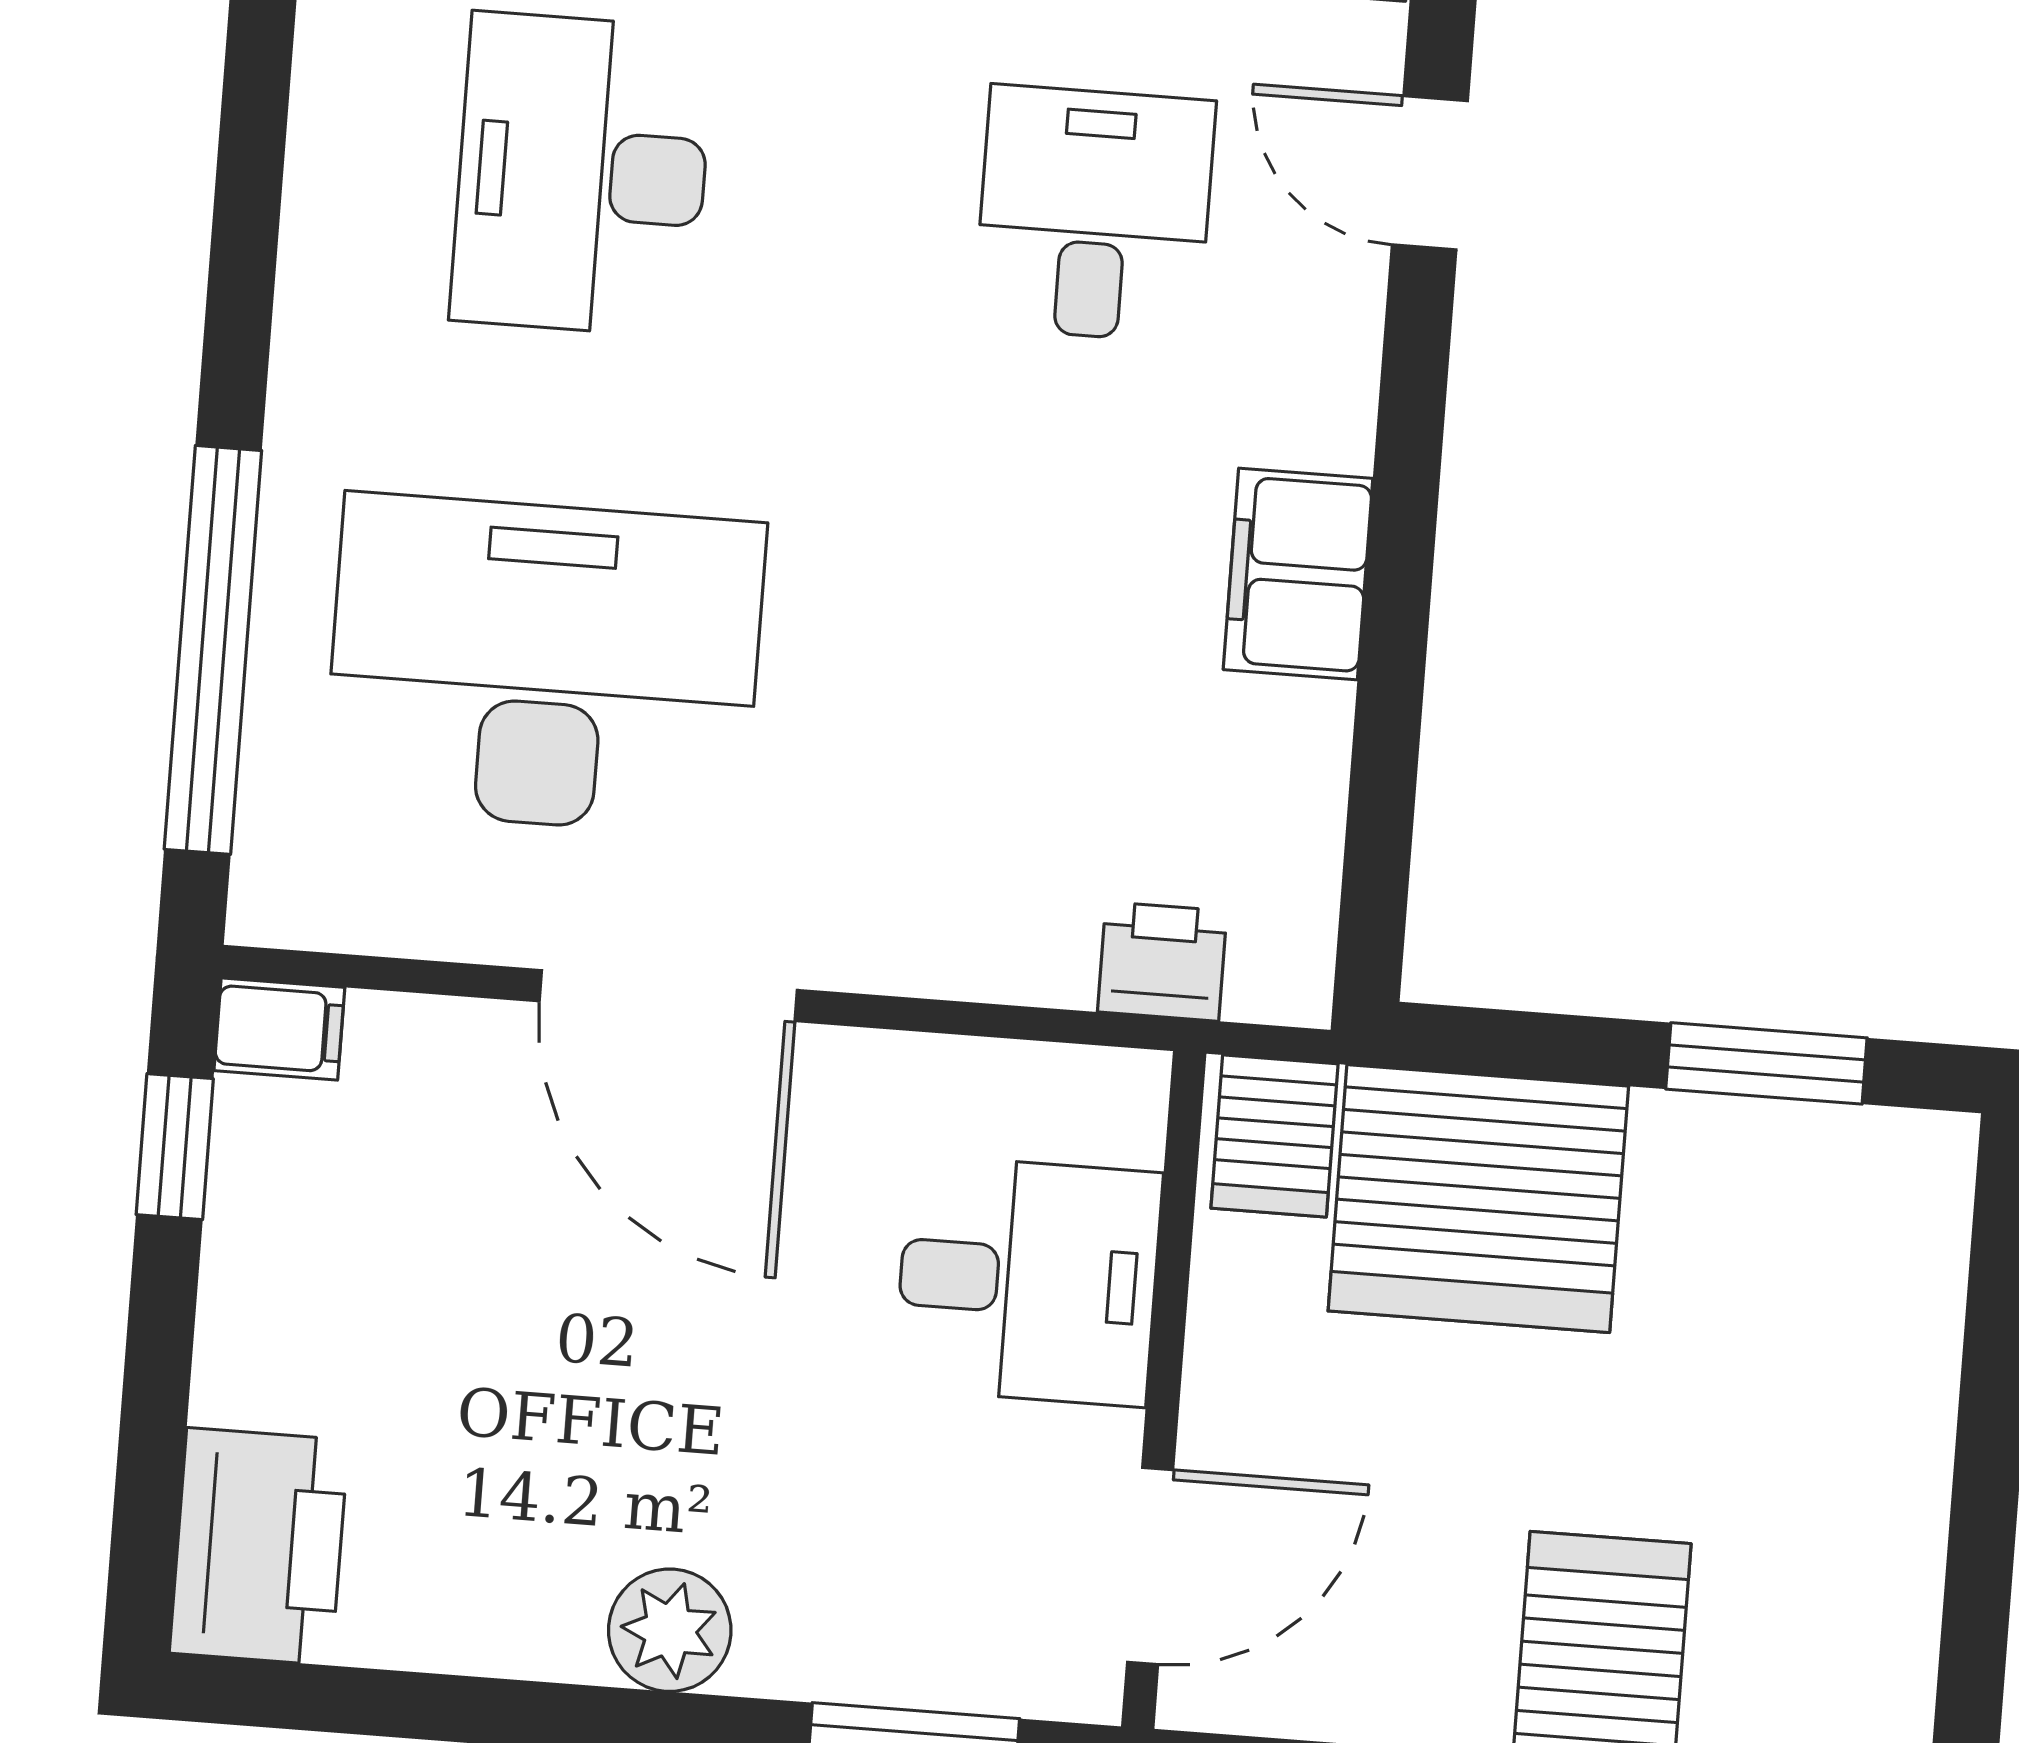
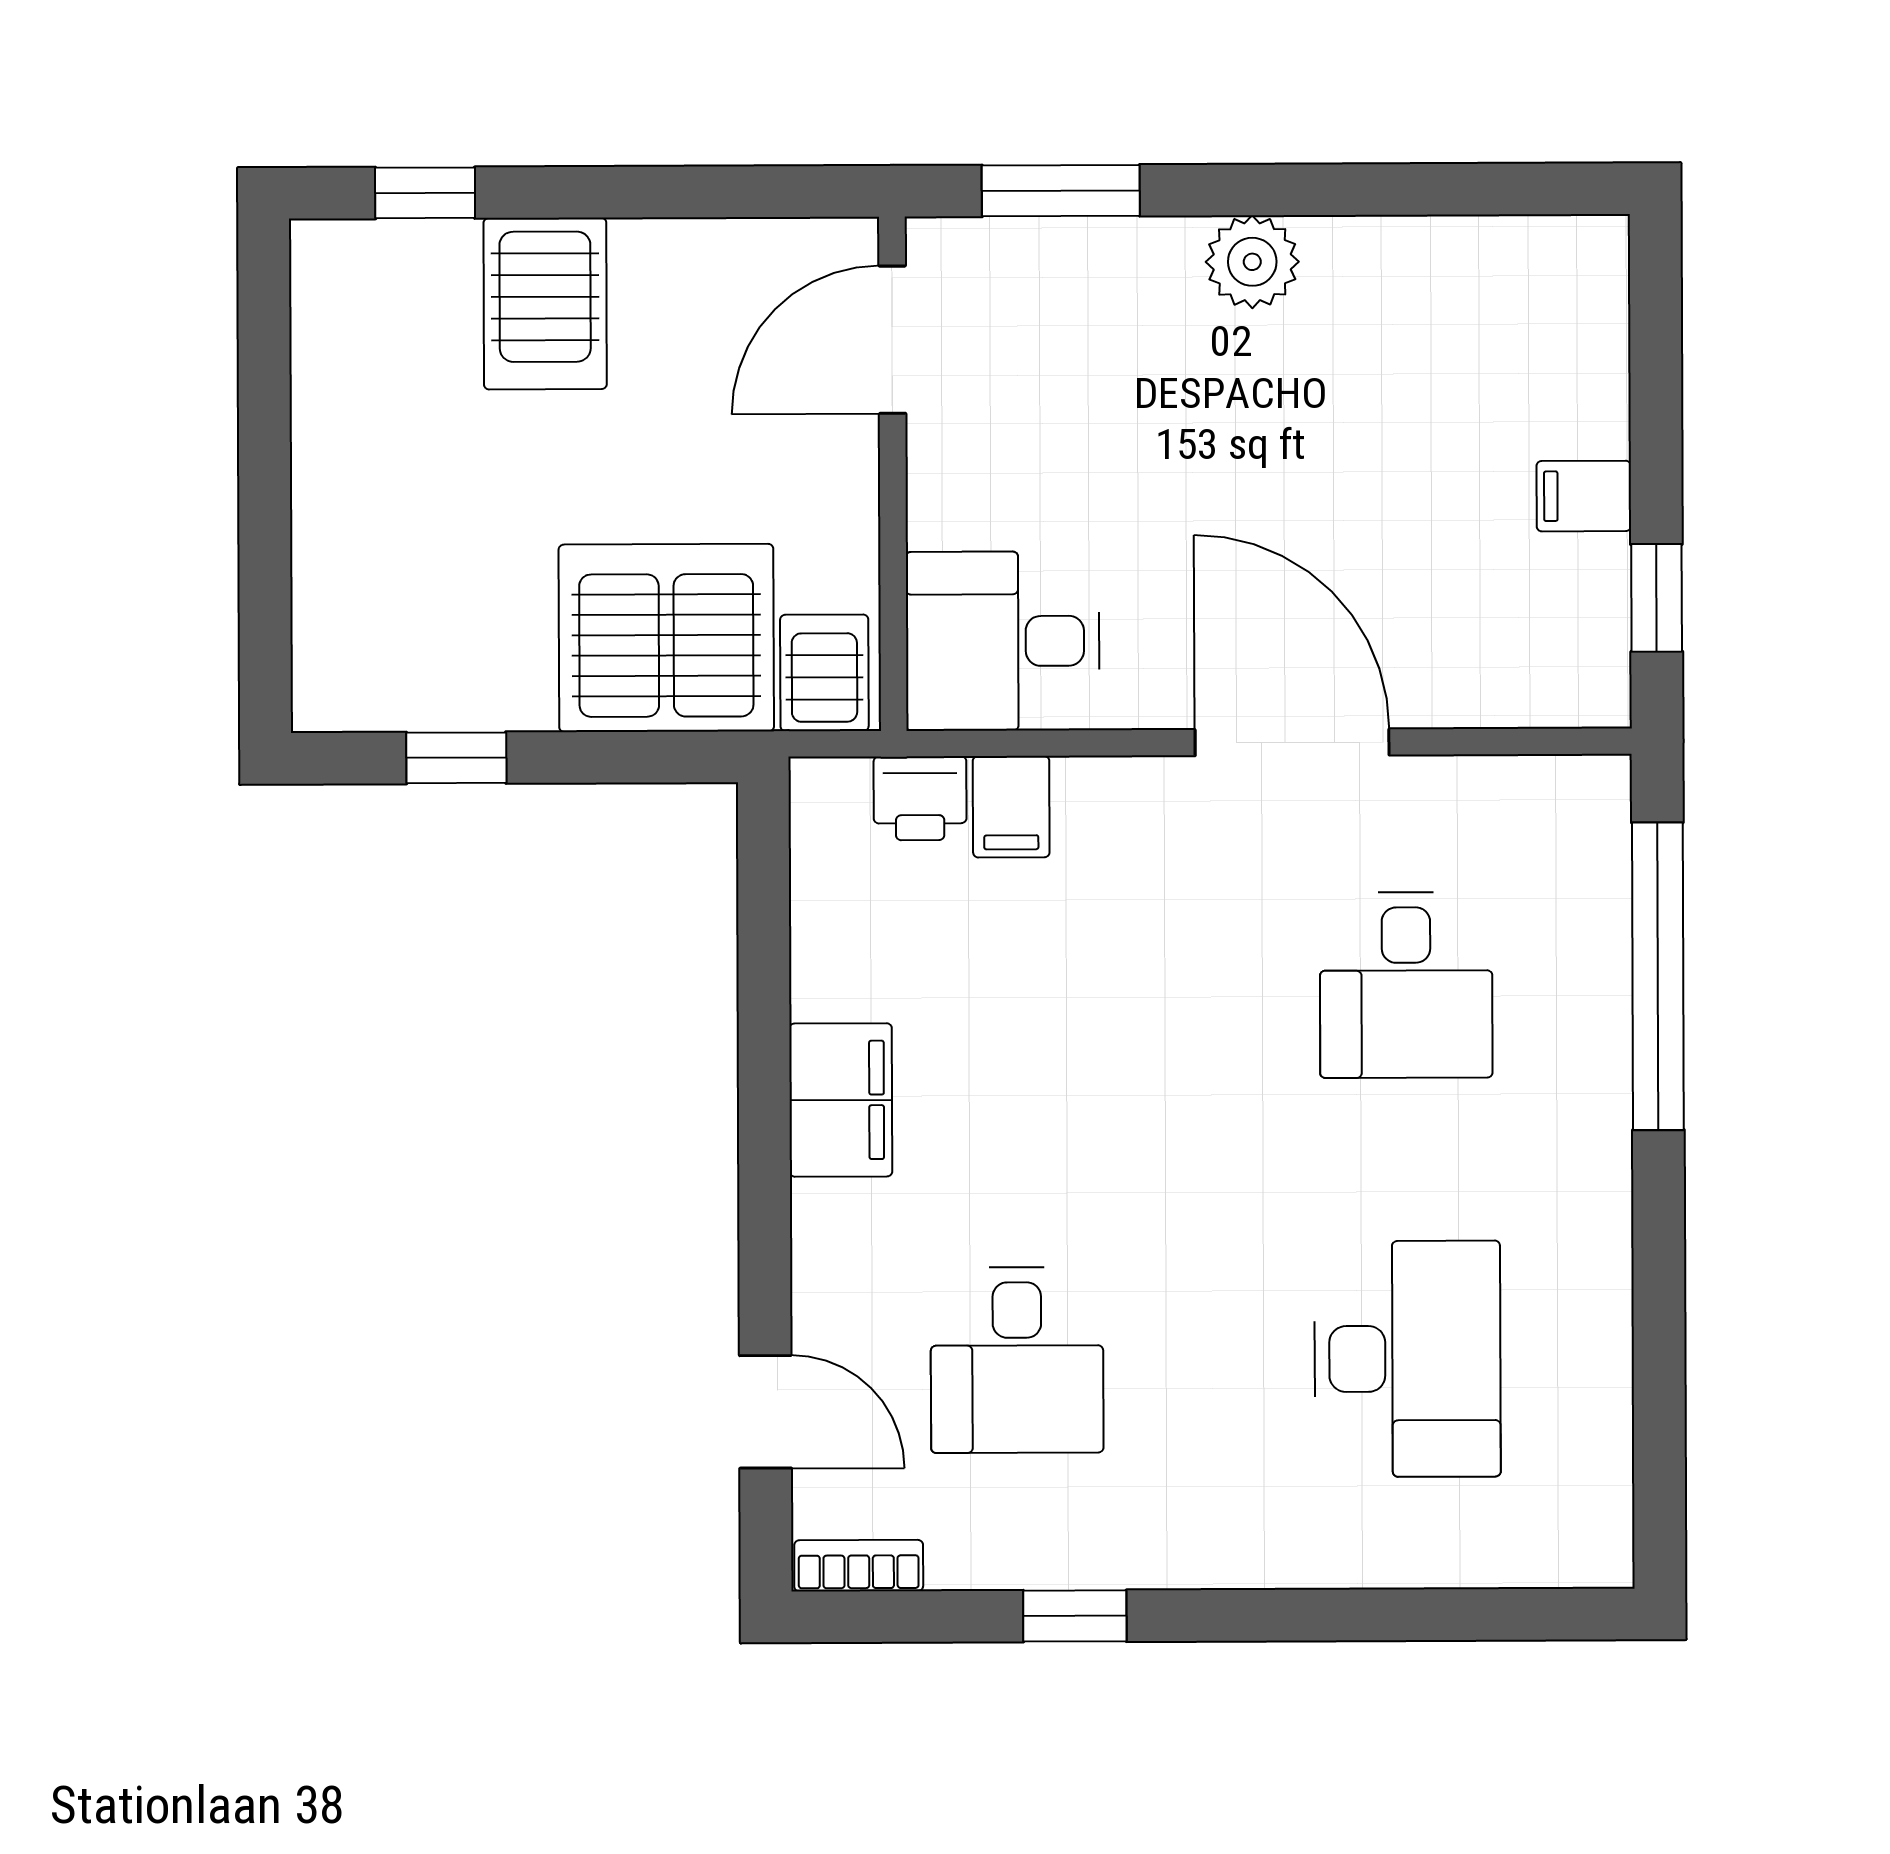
desk: (544, 665) -> (1406, 985), width x0.53, depth x0.77
filing cabinet: (1044, 941) -> (1011, 807), added
filing cabinet: (279, 1029) -> (1584, 496), moved
window: (1766, 1063) -> (456, 758), width x0.67
desk: (1028, 1281) -> (1003, 641), moved
printer: (259, 1547) -> (1568, 300), removed

